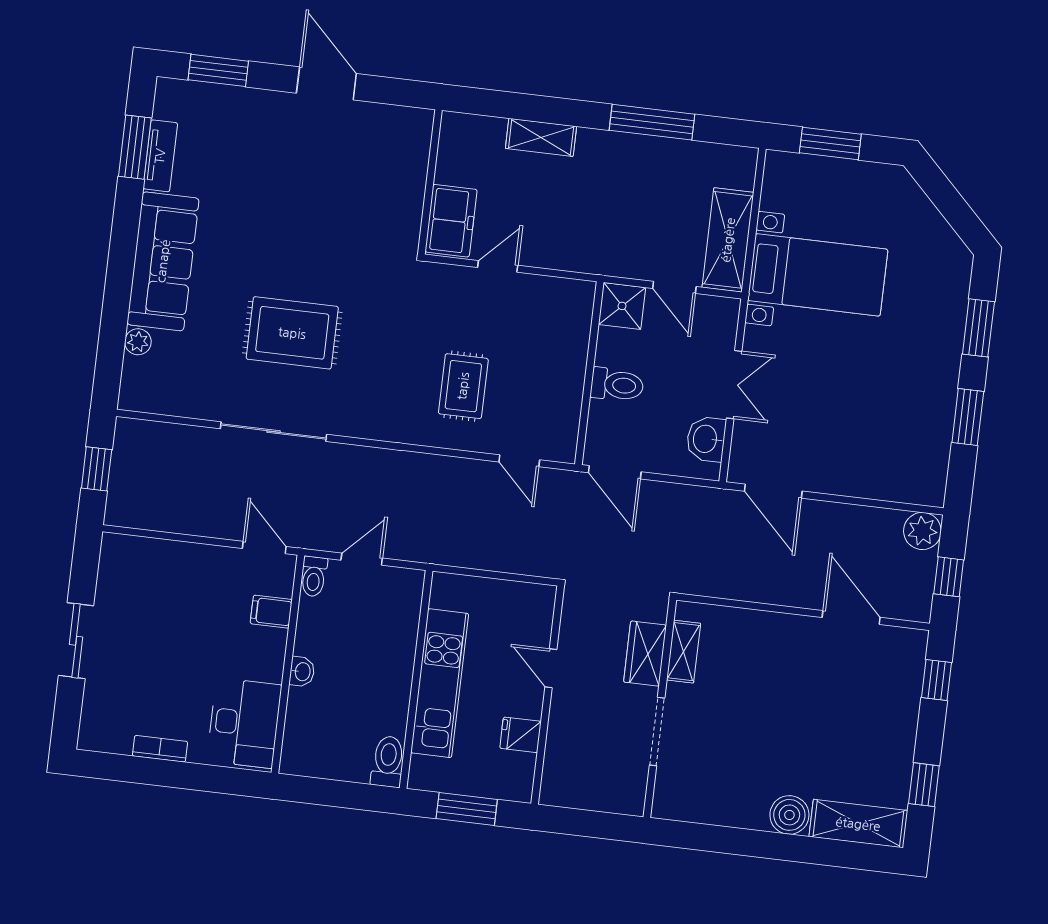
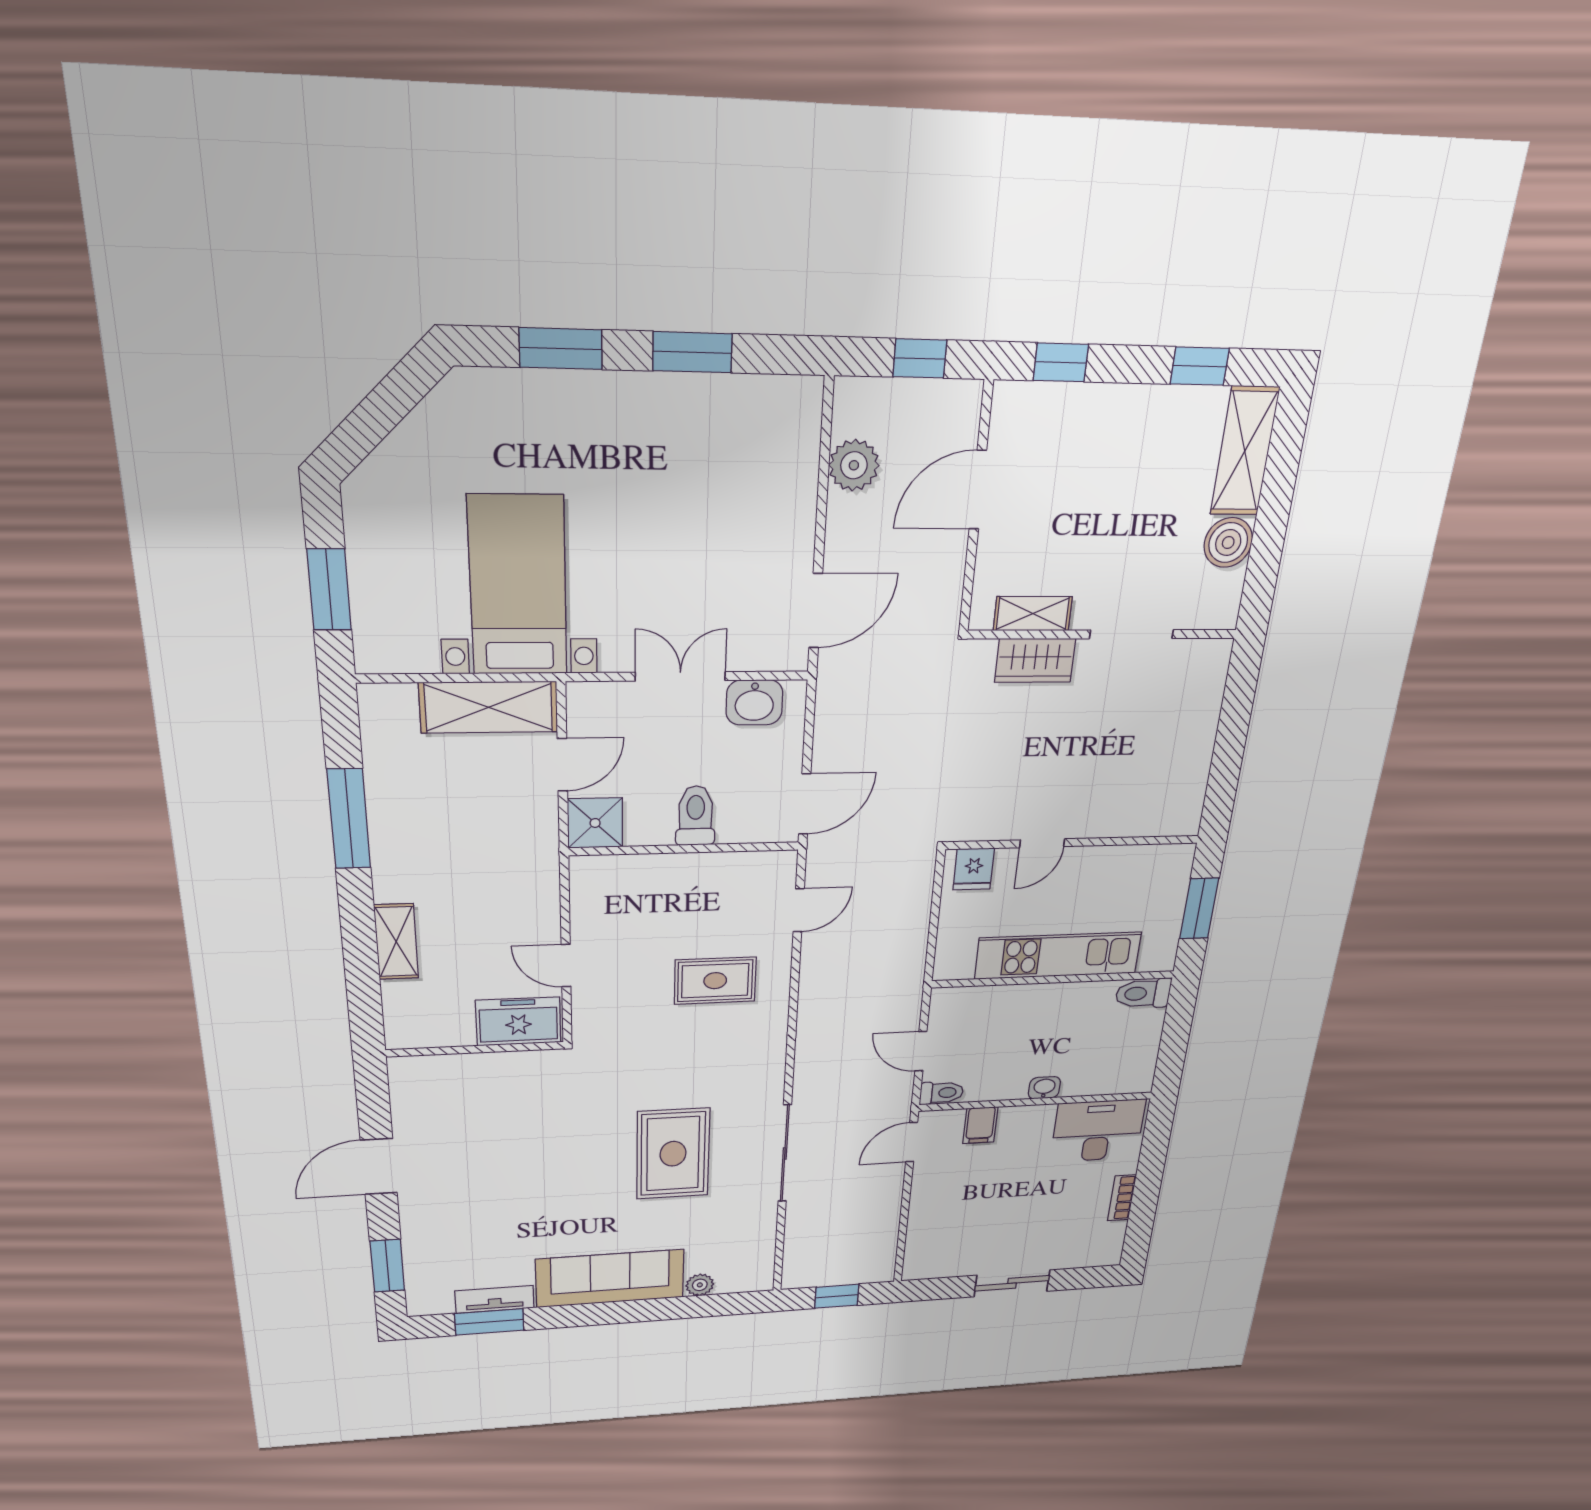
plant: (922, 531) -> (854, 465), moved
shelving: (684, 652) -> (1033, 614), moved
wardrobe: (645, 654) -> (1035, 660), moved
wall: (660, 708) -> (1103, 634), moved
doorway: (657, 732) -> (1131, 634), moved
fridge: (520, 735) -> (974, 869), moved

